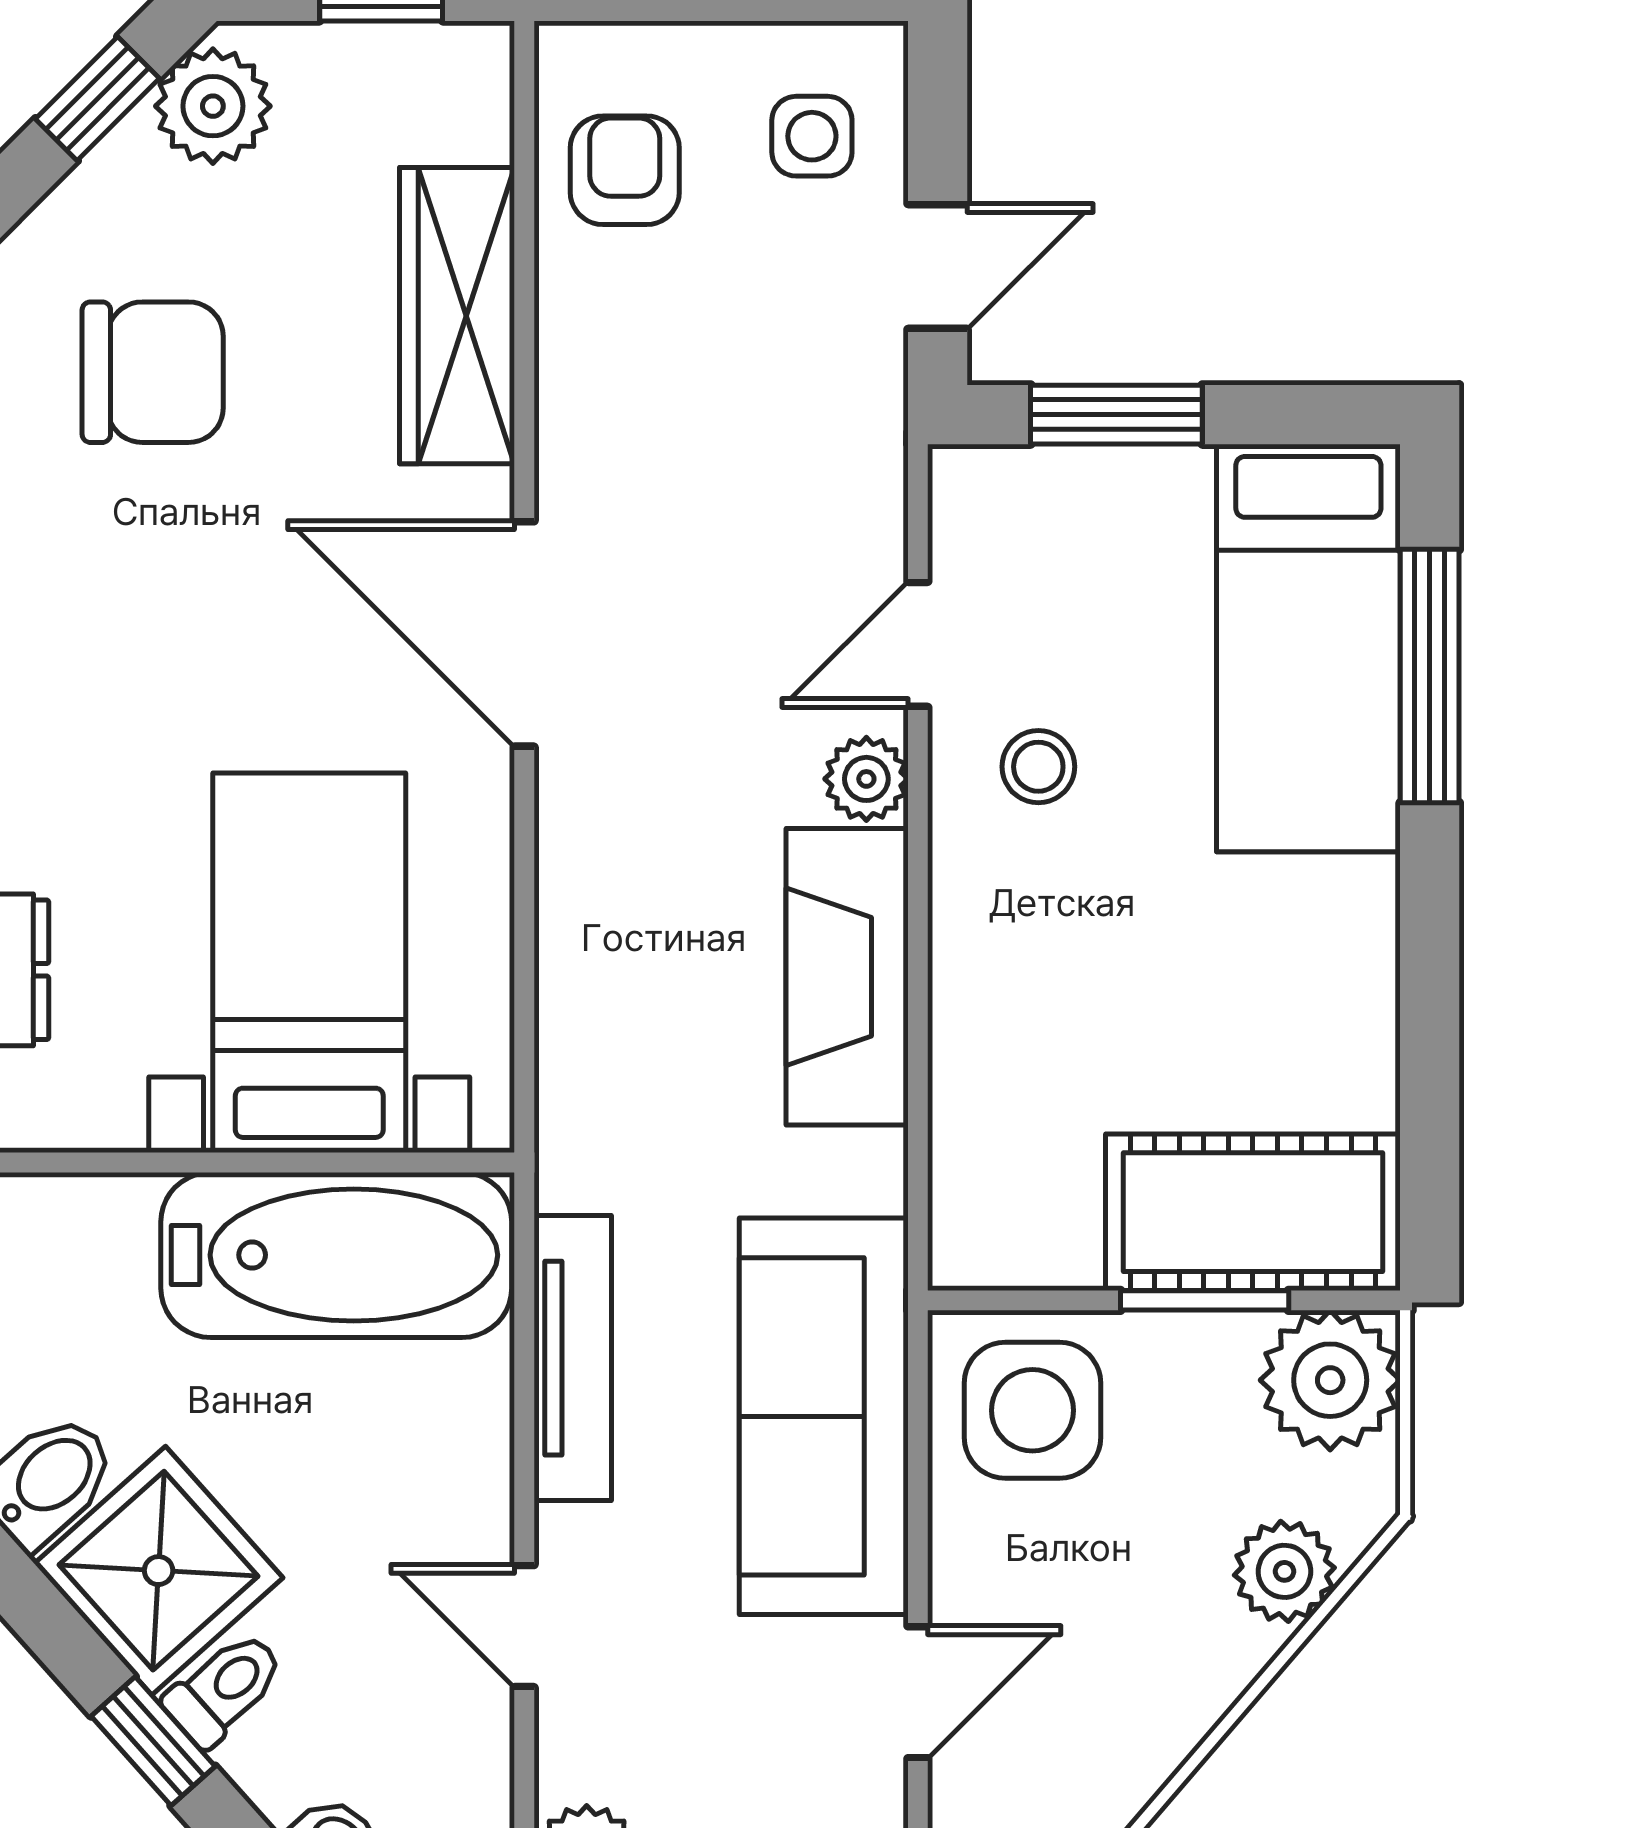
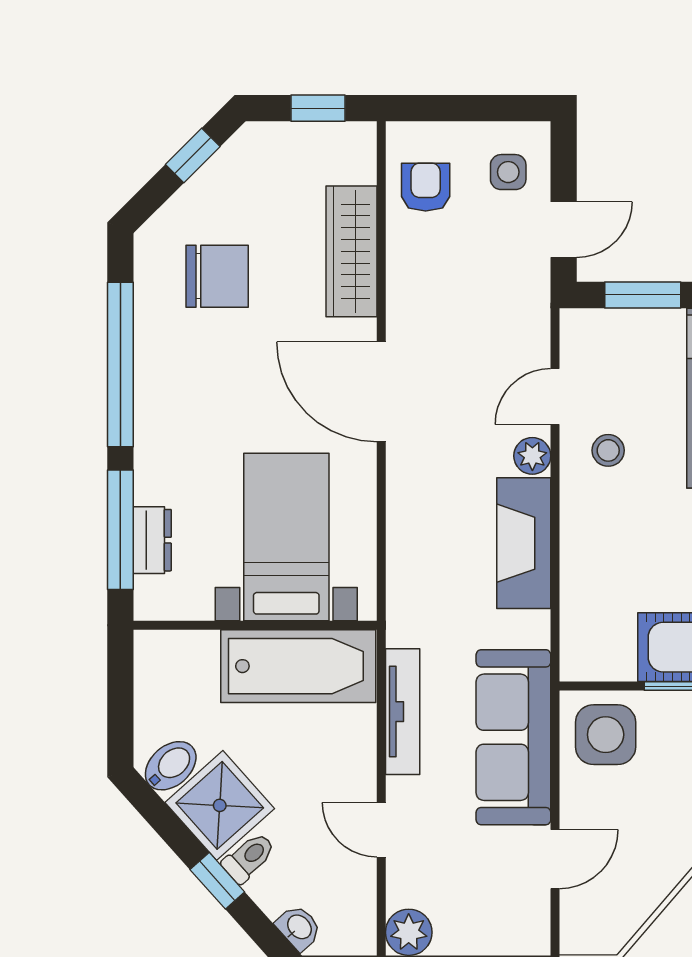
plant: (213, 106) -> (244, 159), removed

